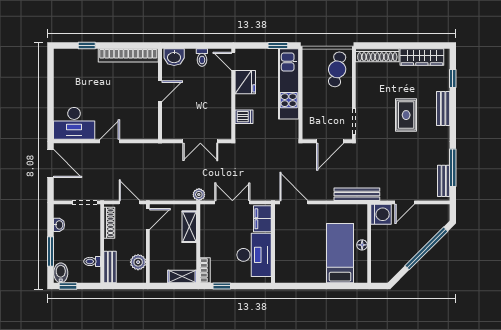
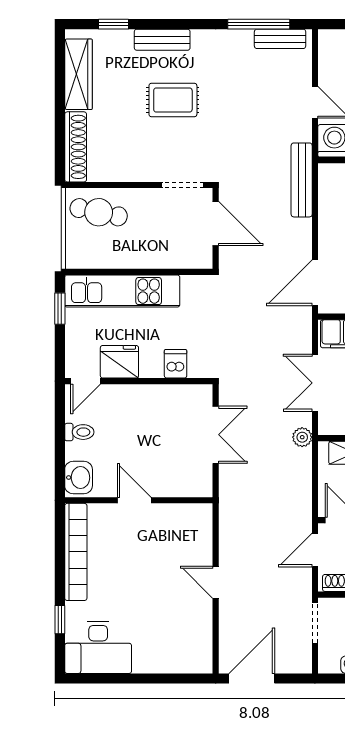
desk: (74, 123) -> (98, 647), moved, turned 90

